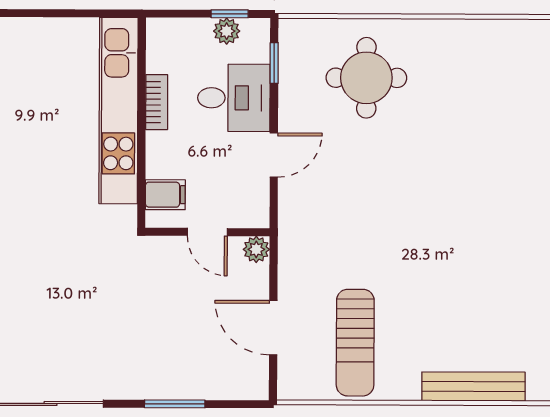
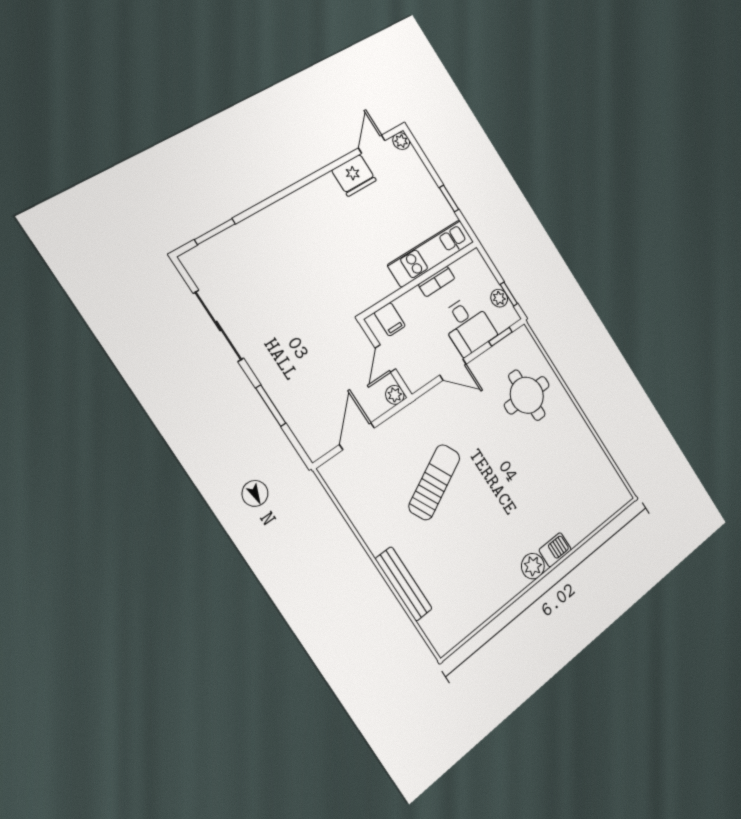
window: (66, 13) -> (449, 198), added
kitchen unit: (118, 111) -> (431, 253), width x0.73
sun lounger: (355, 343) -> (434, 482), moved, turned 153

